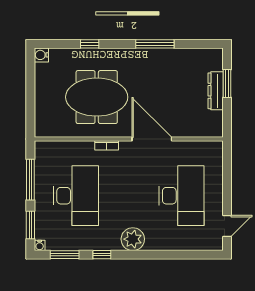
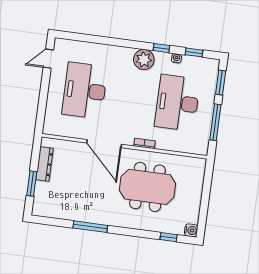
window: (90, 44) -> (169, 237), moved
dresser: (216, 91) -> (44, 164), moved
plant: (133, 239) -> (144, 60), moved
water cooler: (40, 245) -> (176, 58), moved
window: (65, 255) -> (194, 52), width x0.67

